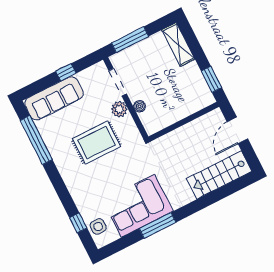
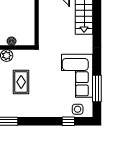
rug: (96, 143) -> (21, 82), width x0.73, depth x0.70
window: (158, 225) -> (97, 89), moved

